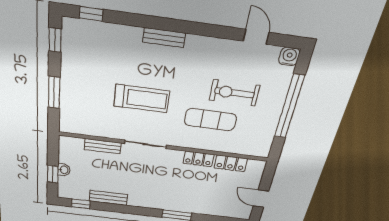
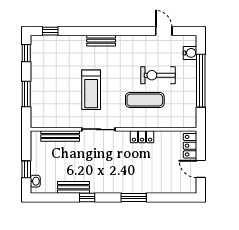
water cooler: (289, 56) -> (190, 53), moved, turned 90
treadmill: (142, 99) -> (91, 90), turned 90
bench: (103, 146) -> (60, 136), width x1.36
locker: (231, 163) -> (190, 146), moved, turned 90
washbasin: (64, 170) -> (35, 181), moved
window: (81, 204) -> (87, 197), moved

